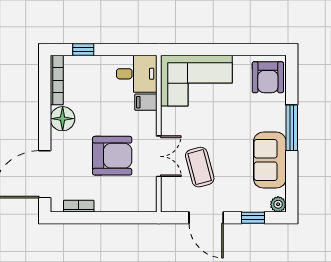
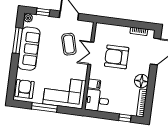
window: (228, 49) -> (44, 107), added
window: (292, 128) -> (18, 41), moved
sofa: (270, 160) -> (29, 49), width x1.36

